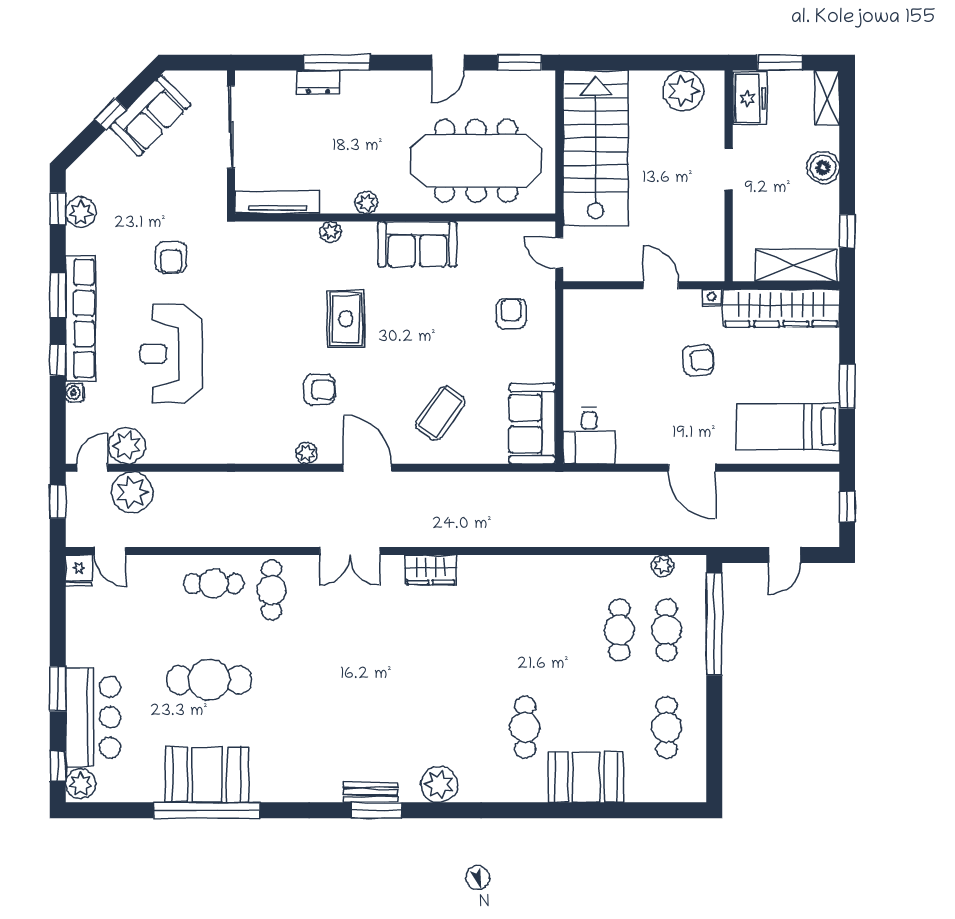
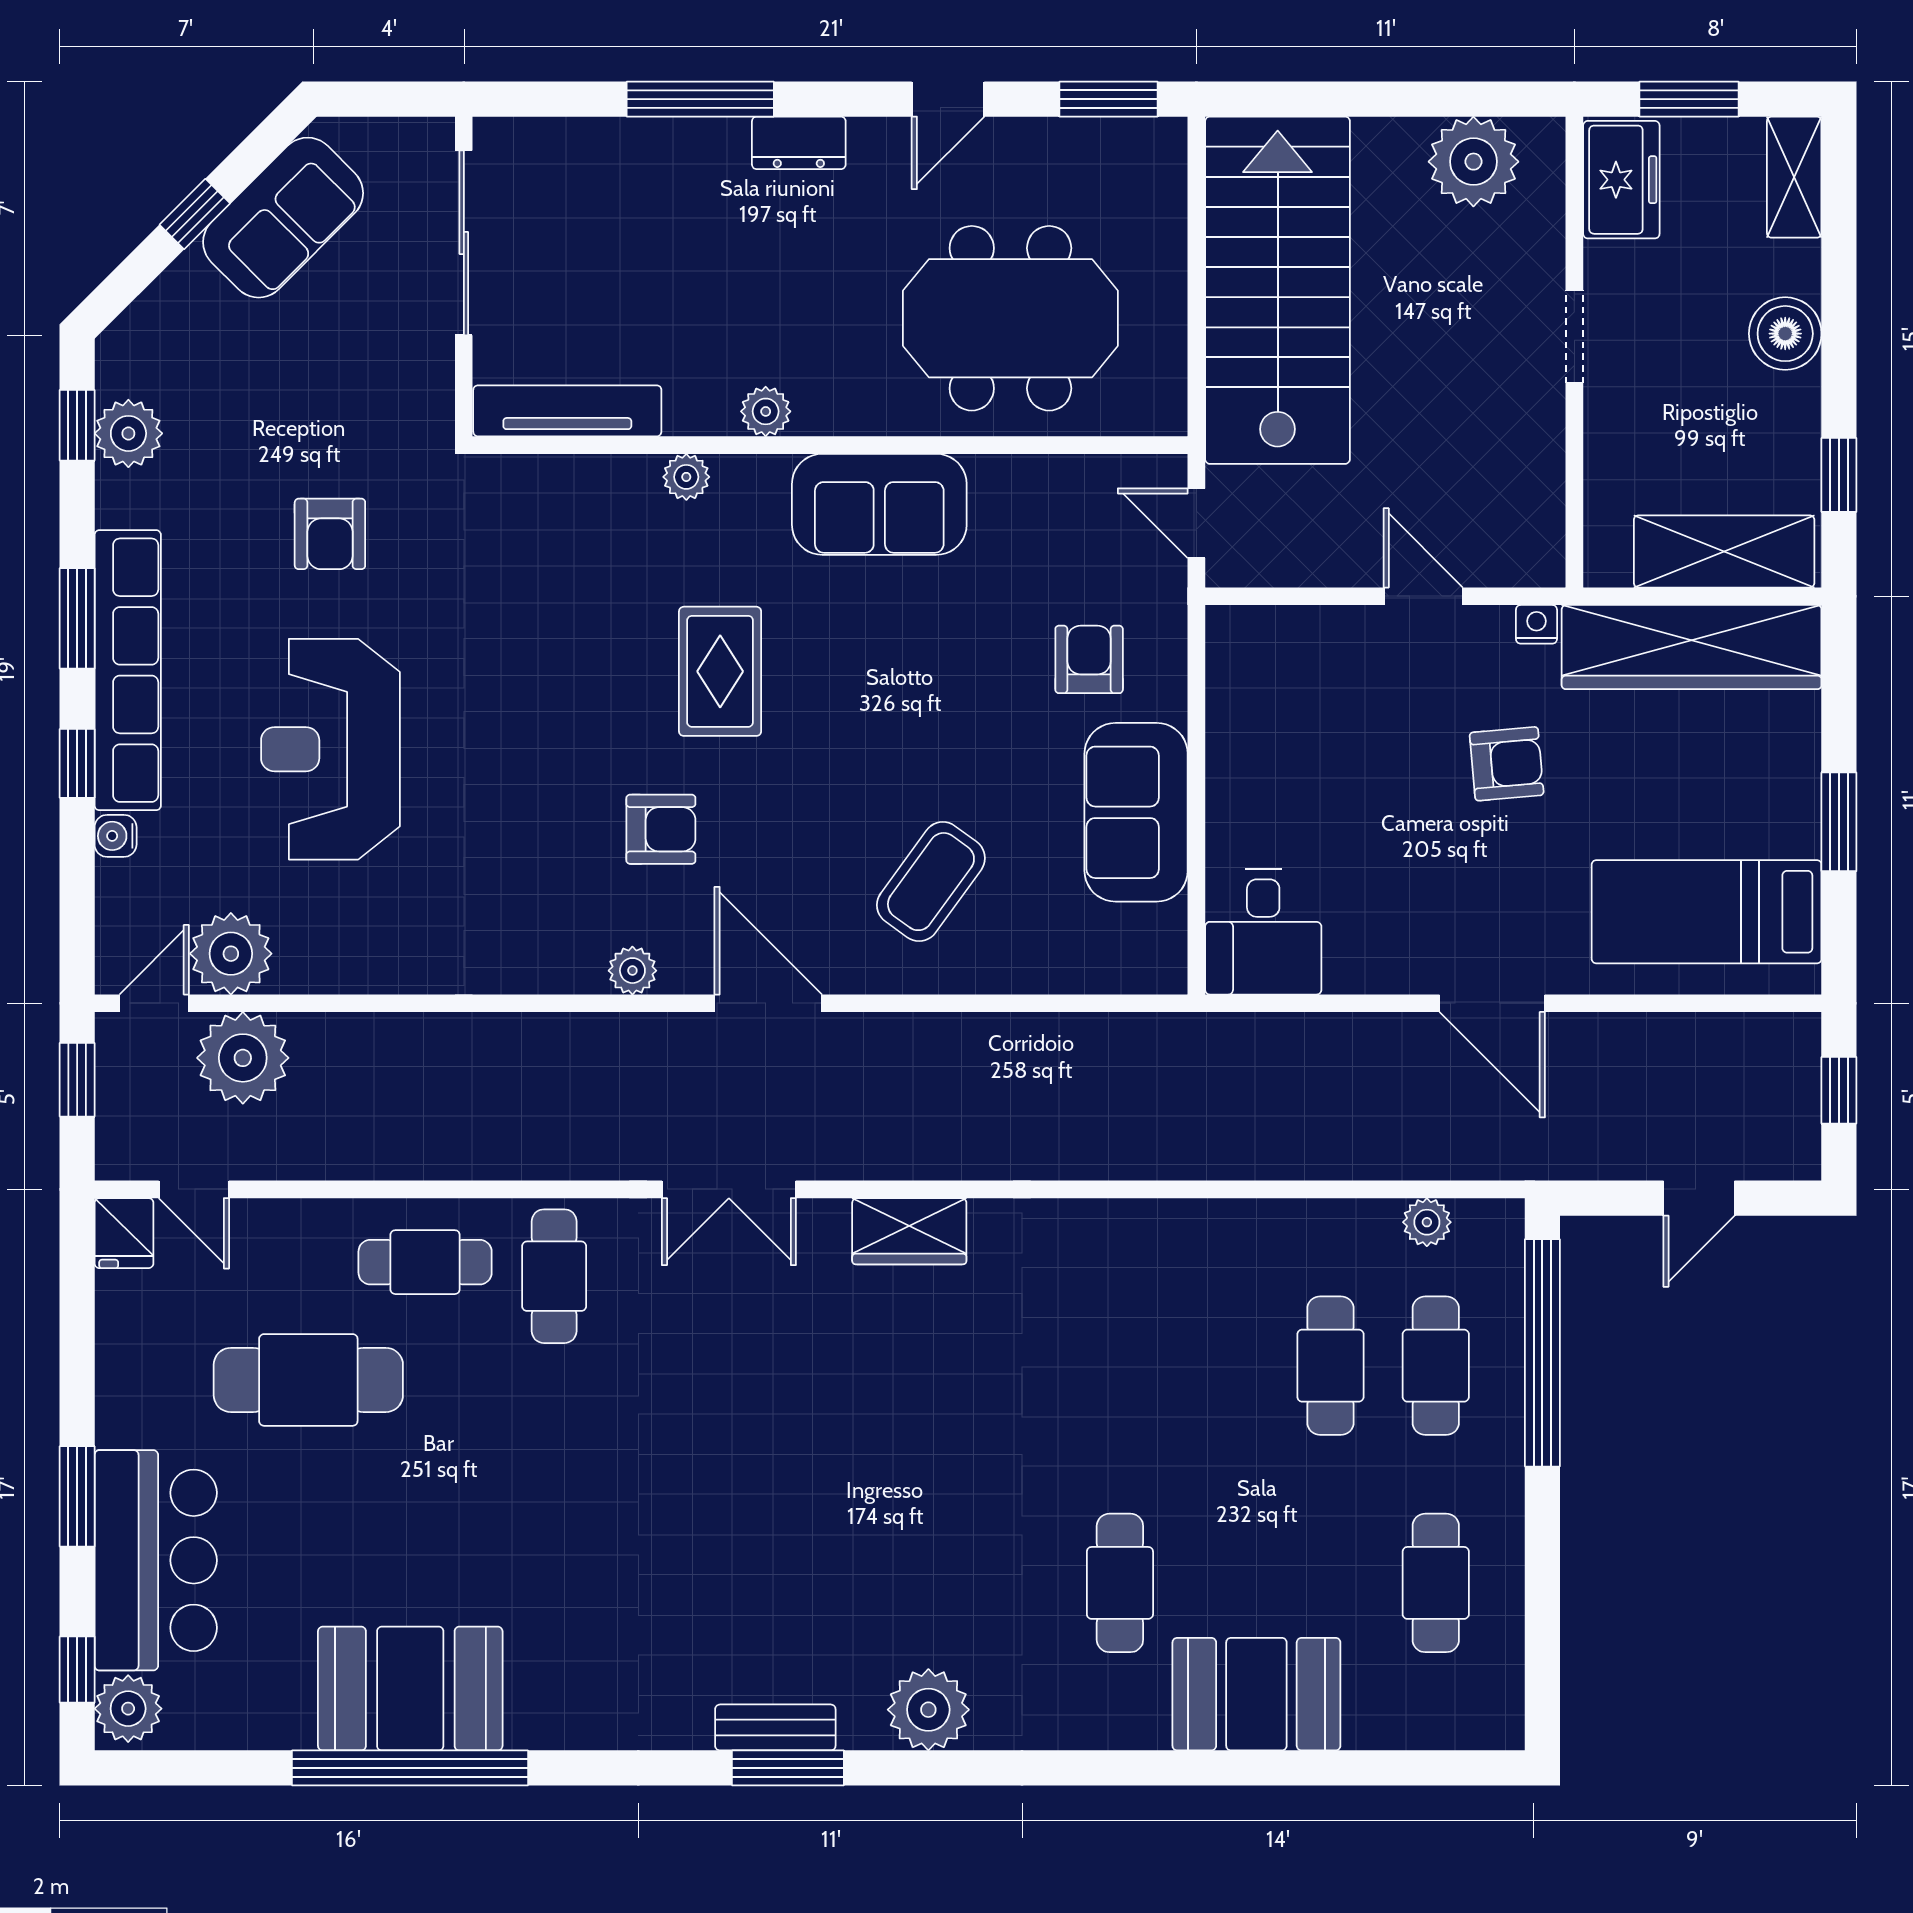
dresser: (318, 82) -> (799, 143), moved
meeting table: (476, 161) -> (1010, 318), width x0.73
sofa: (532, 424) -> (1136, 812), moved
cafe table: (209, 680) -> (308, 1380), moved

